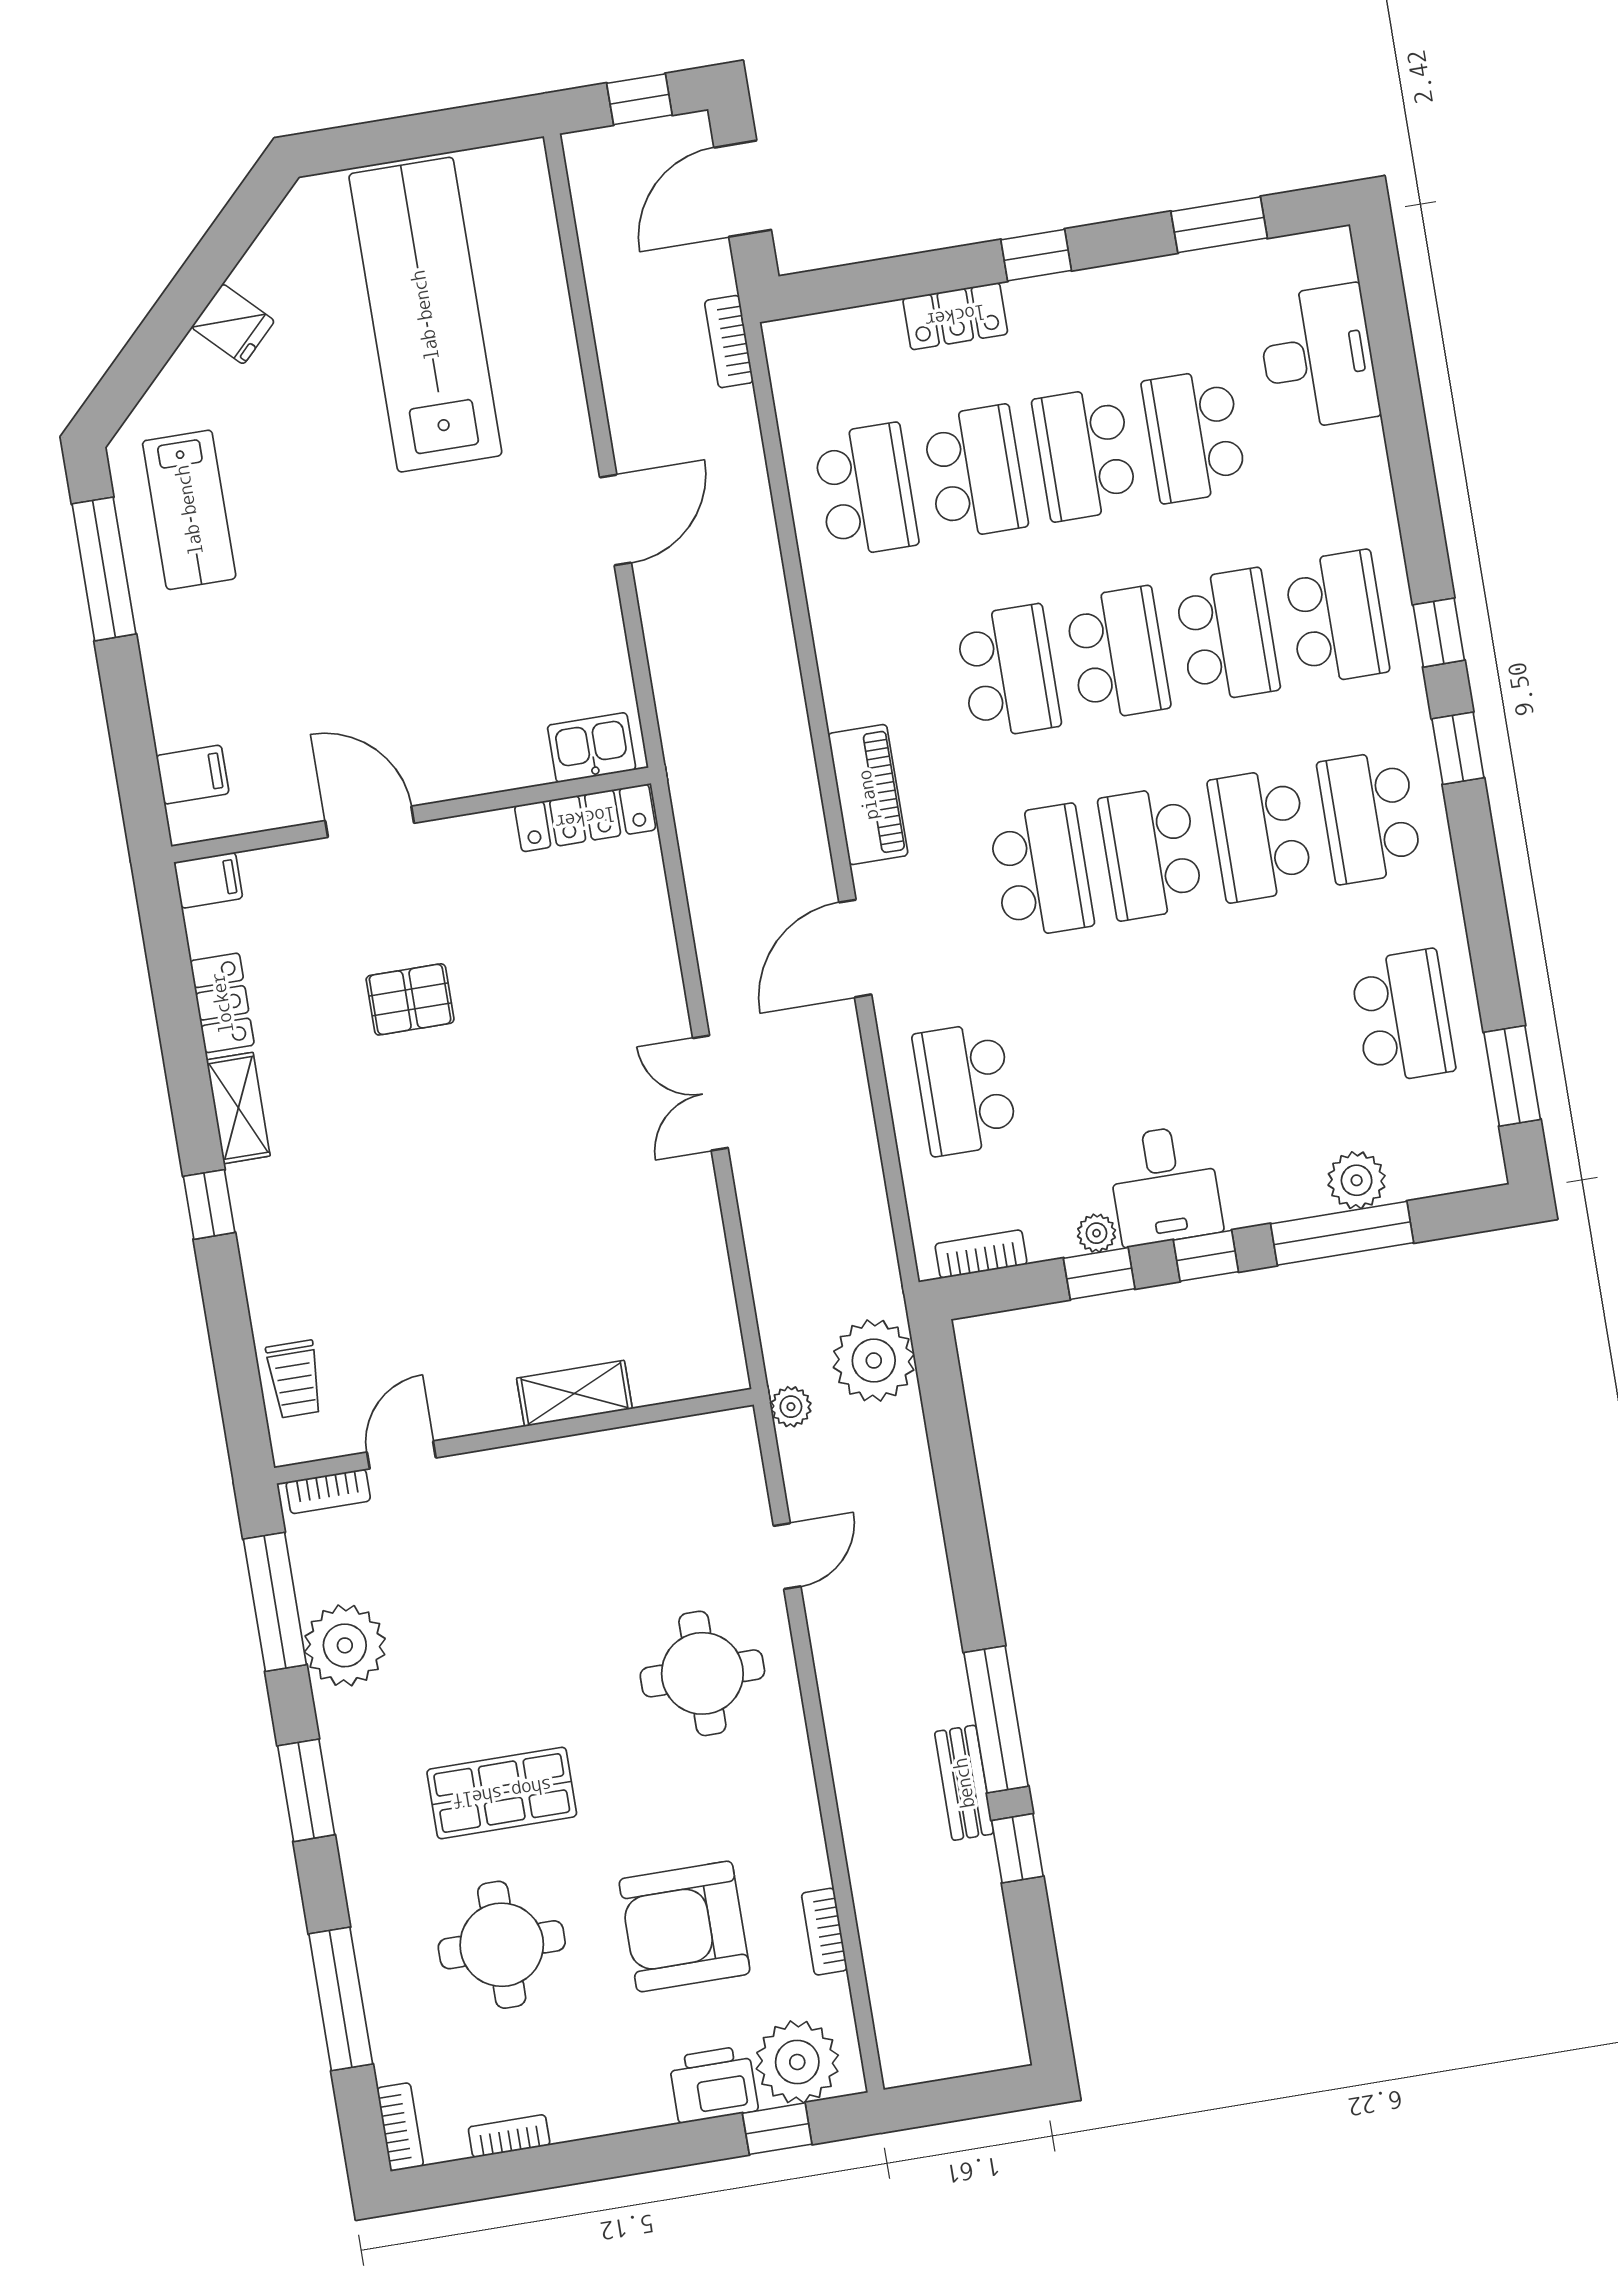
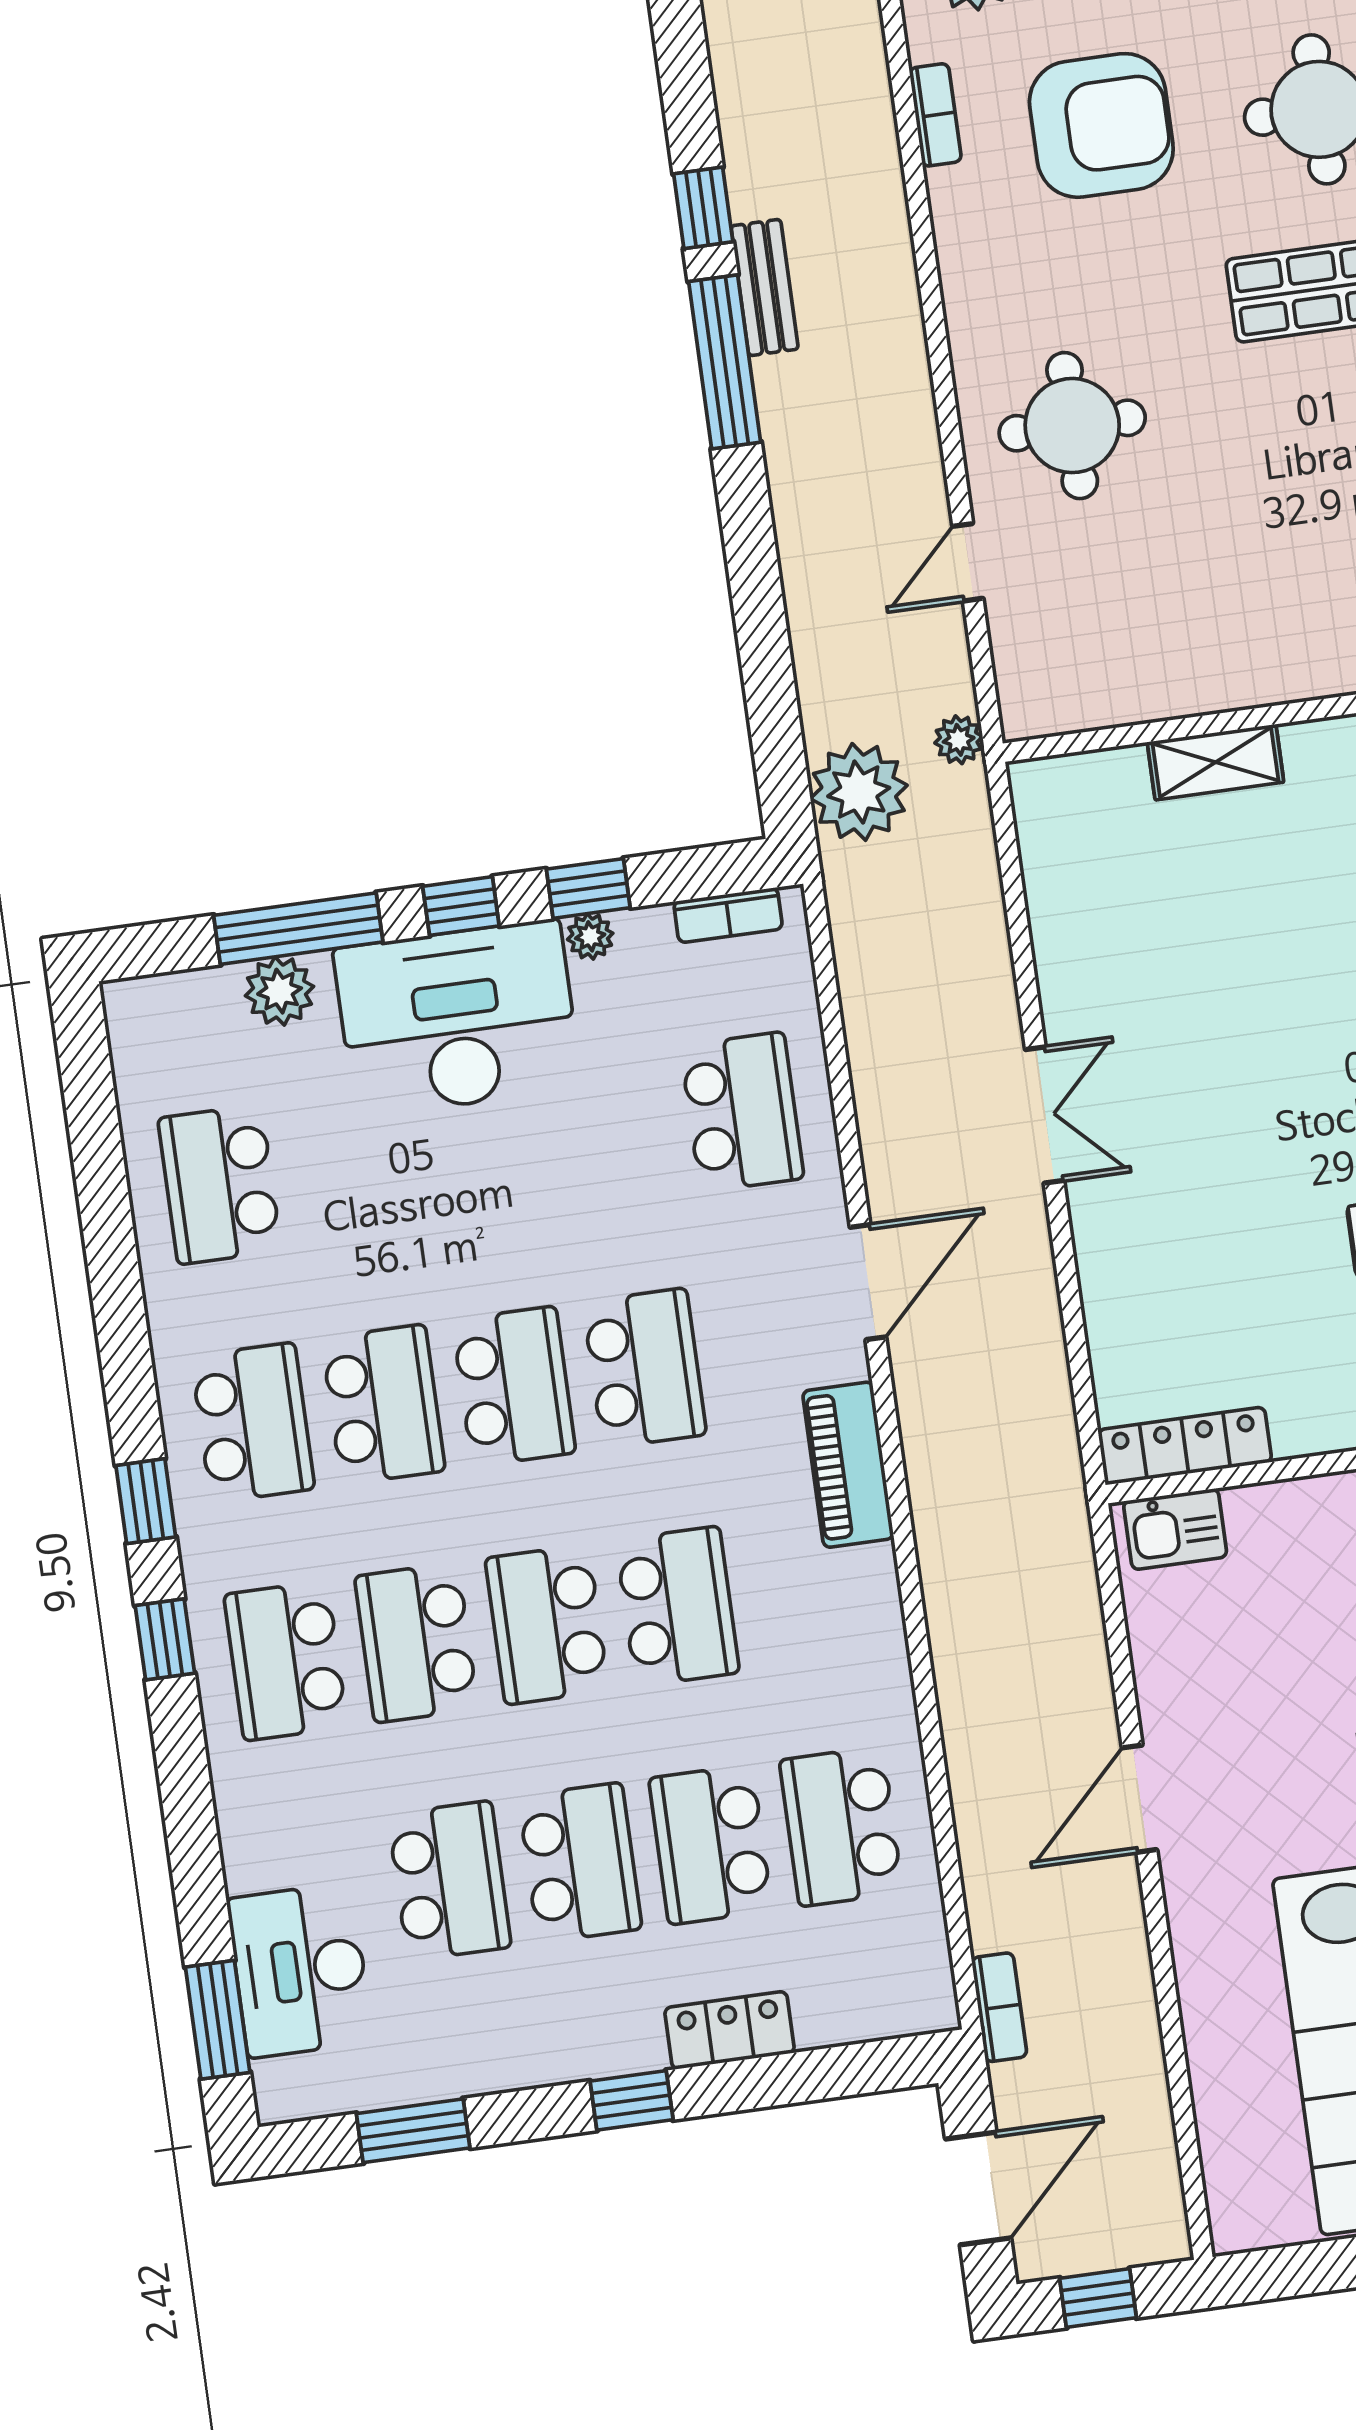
school desk: (1008, 672) -> (678, 1606), turned 180
school desk: (1041, 871) -> (644, 1368), turned 180
window: (1512, 1076) -> (218, 2020), moved
desk: (1165, 1185) -> (457, 1018), width x1.87, depth x1.30

